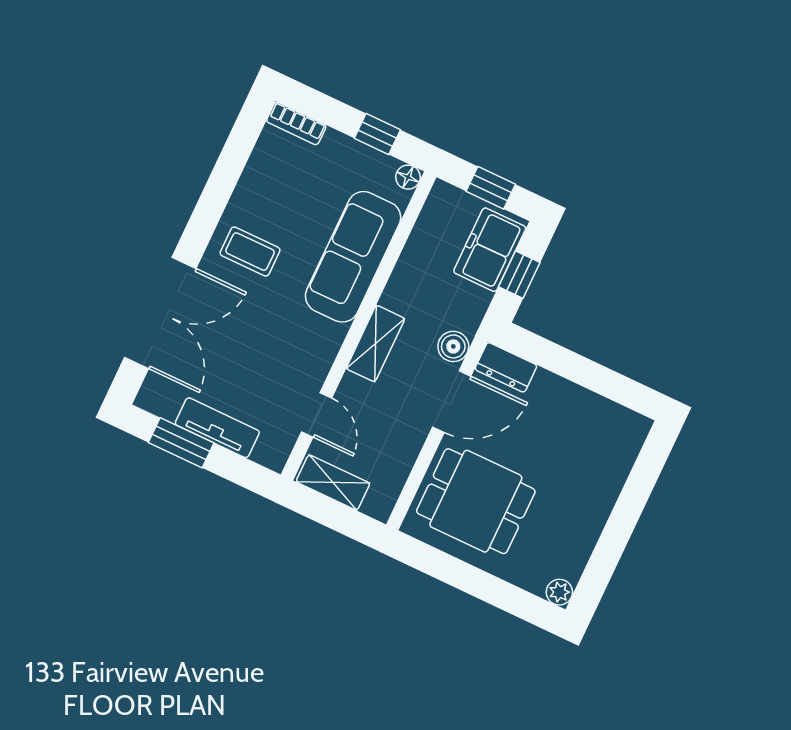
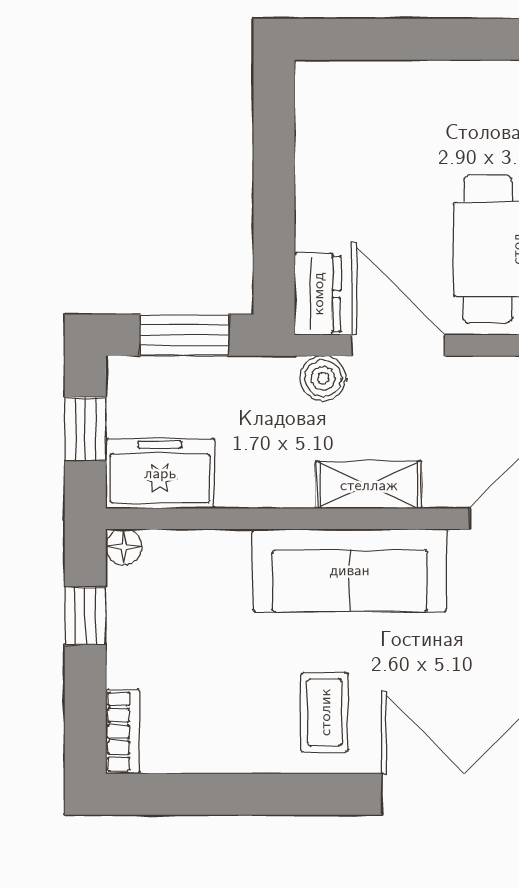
freezer: (490, 250) -> (160, 473), moved, turned 180
sofa: (353, 257) -> (350, 570), moved
window: (519, 275) -> (184, 335), width x1.50

